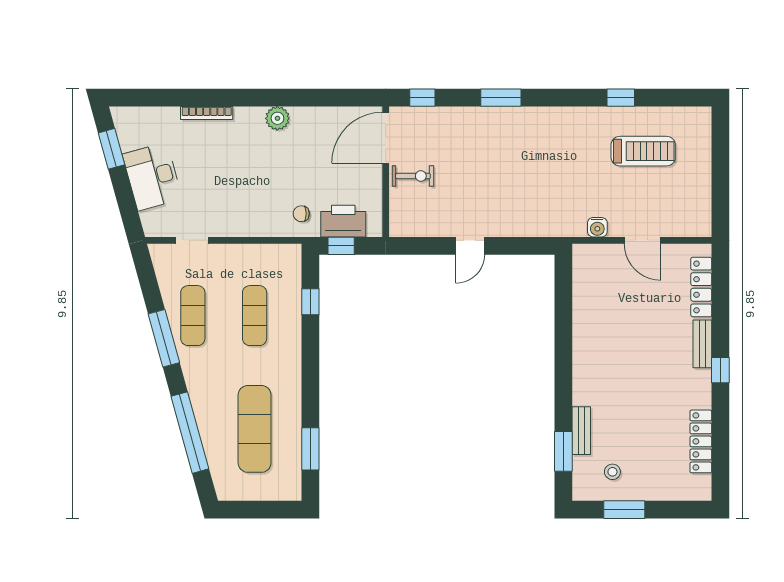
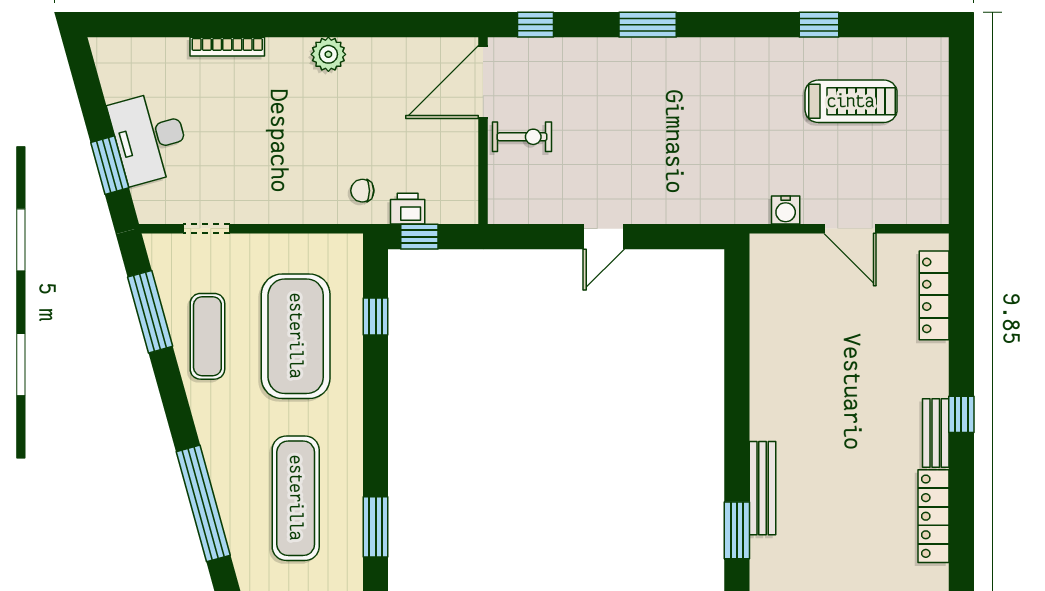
window: (111, 149) -> (110, 165), moved
printer: (343, 221) -> (408, 209), width x0.53, depth x0.68
exercise mat: (255, 316) -> (296, 336), width x2.00, depth x1.45
window: (164, 338) -> (150, 312), moved
bench: (702, 344) -> (936, 433), moved
bench: (581, 431) -> (763, 488), width x1.36
stool: (612, 472) -> (807, 560), removed

